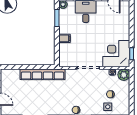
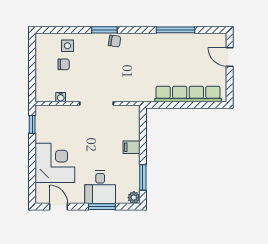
corner desk: (116, 54) -> (55, 163), moved, turned -90
row of seats: (43, 74) -> (188, 94), moved
plant: (124, 75) -> (44, 93), removed

